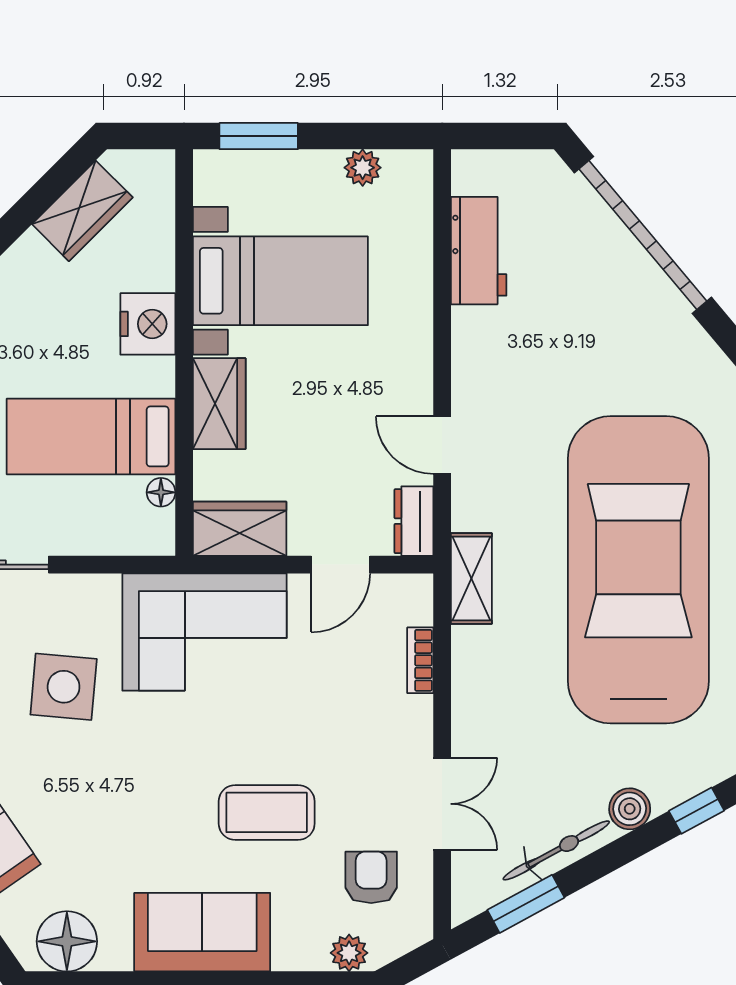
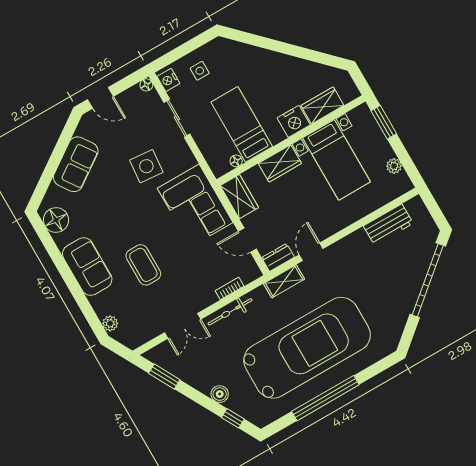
wardrobe: (82, 211) -> (322, 105), moved, turned 135
shelving: (471, 578) -> (284, 281), moved
bicycle: (556, 850) -> (230, 312), moved, turned 119
armchair: (371, 877) -> (142, 316), removed

